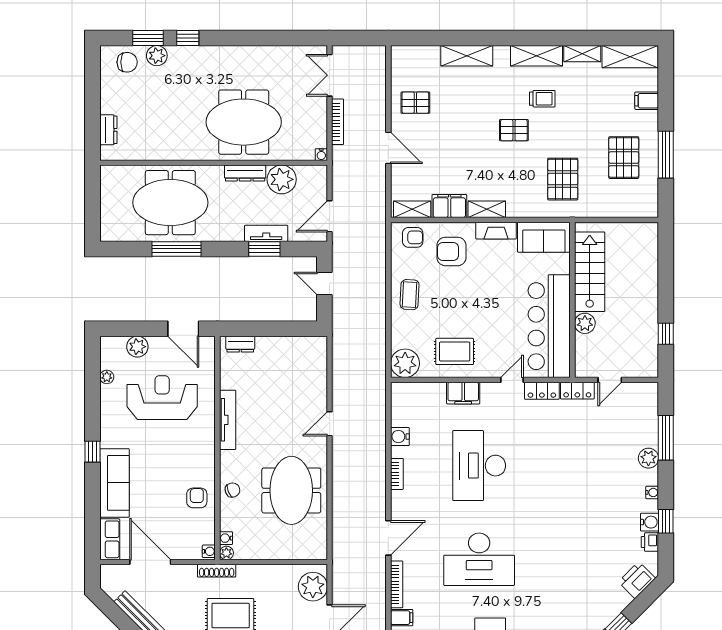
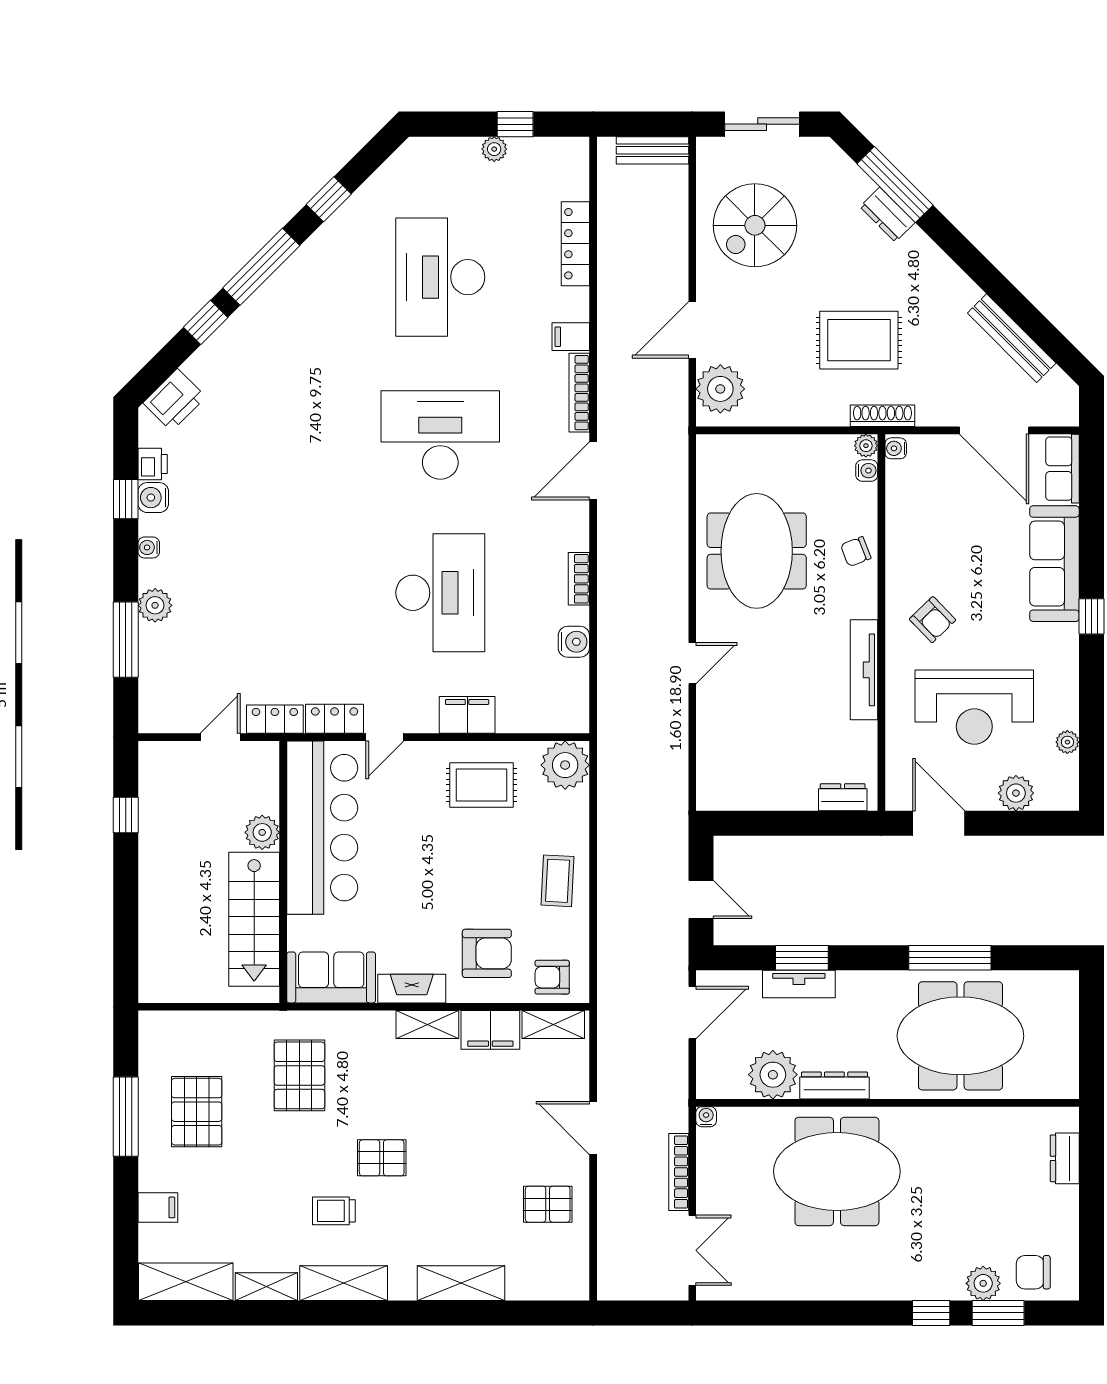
armchair: (197, 498) -> (933, 620), moved, turned -44

